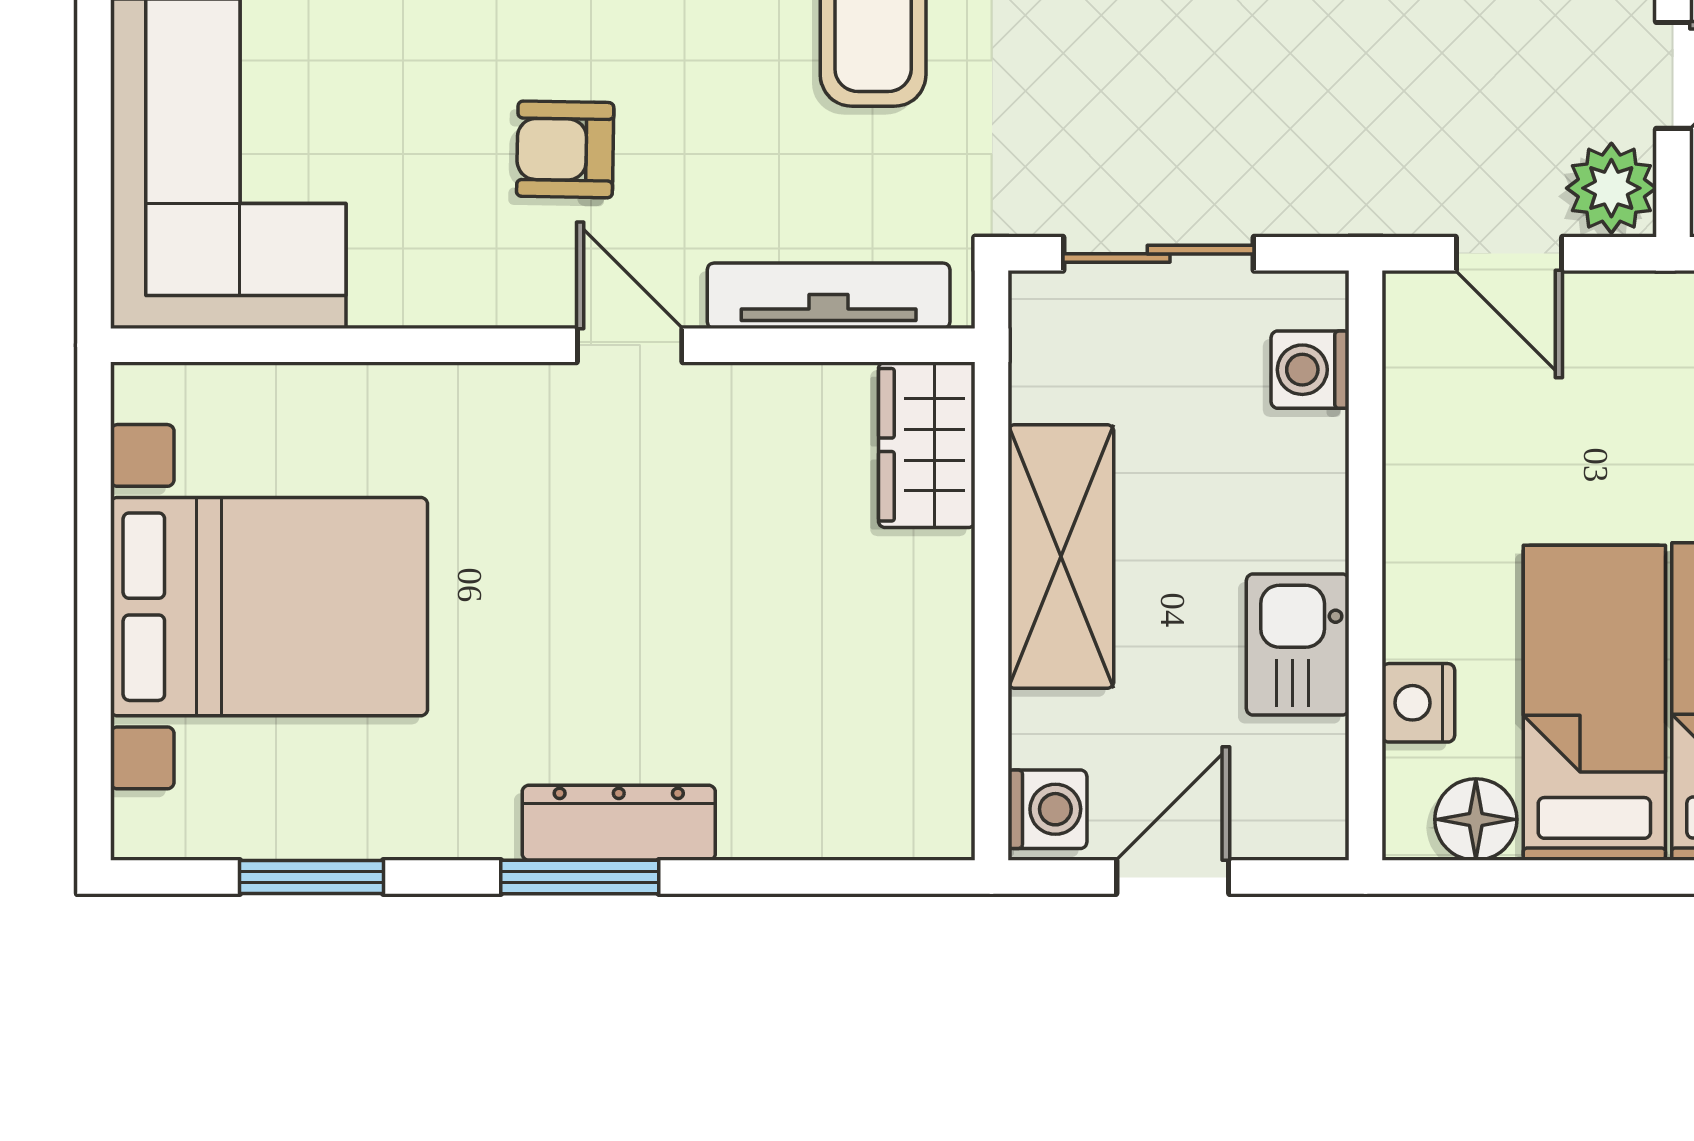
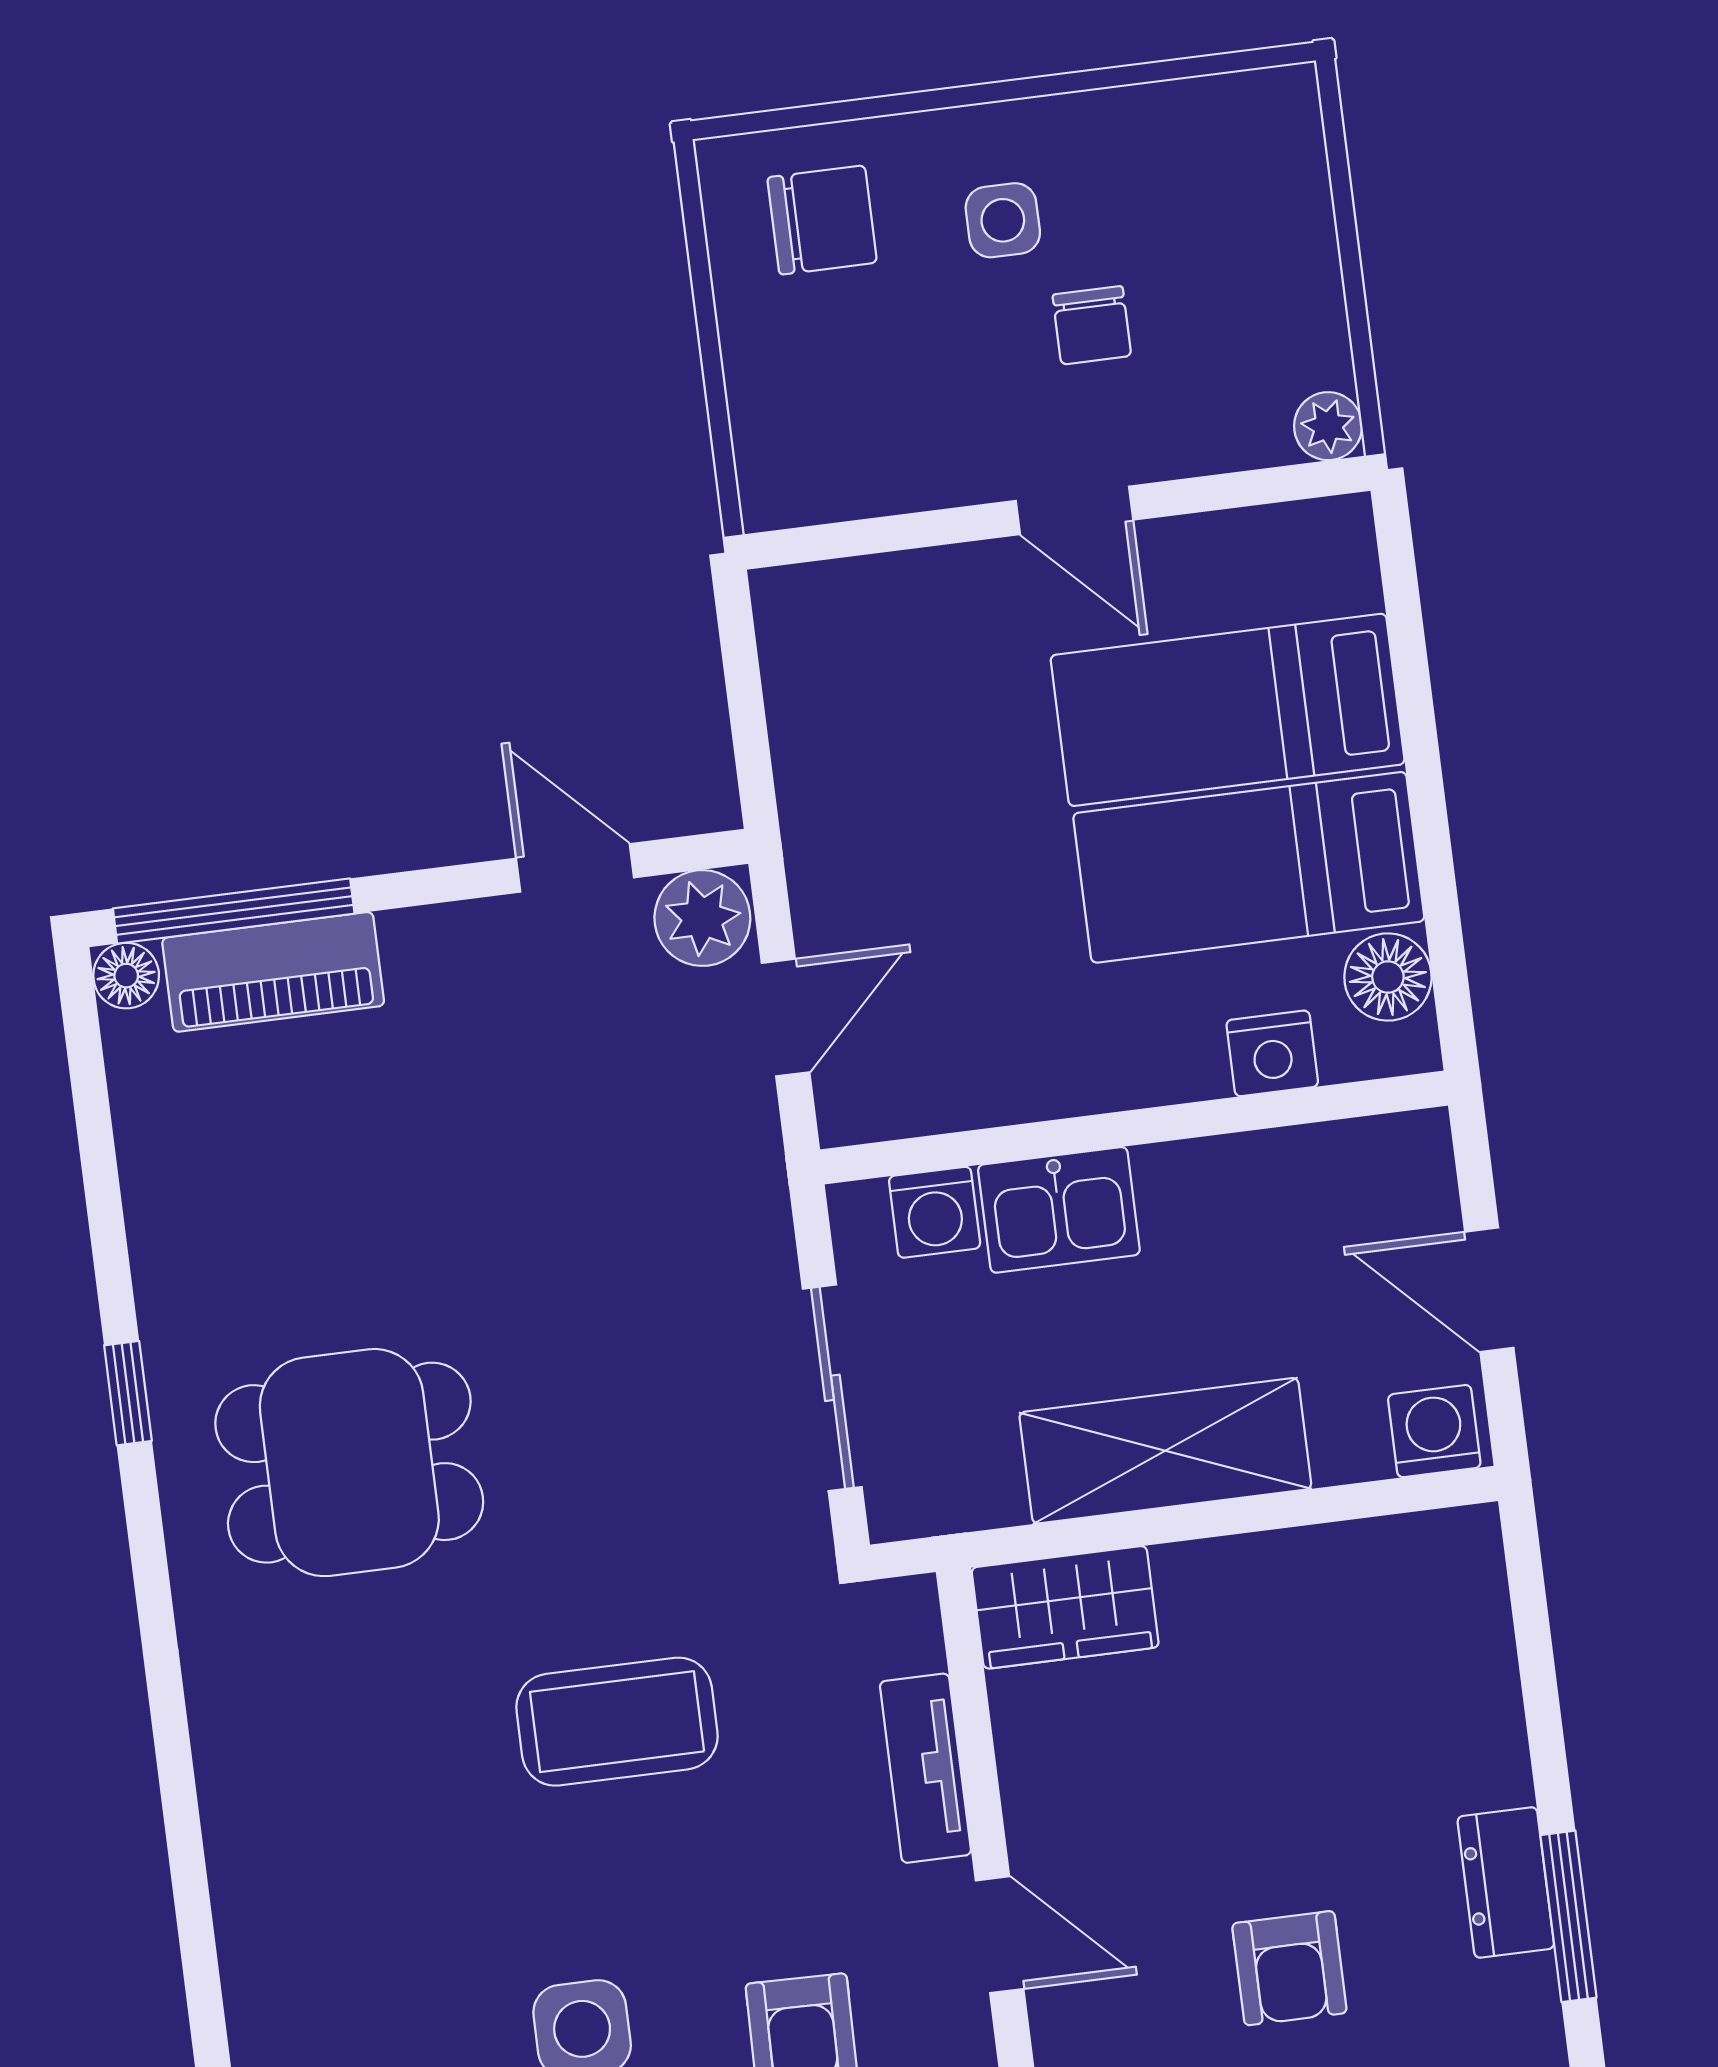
tv unit: (829, 296) -> (925, 1768), width x0.71
door: (630, 345) -> (1000, 1935), swing flipped
armchair: (564, 611) -> (1289, 1968), added
kitchen sink: (1298, 644) -> (1059, 1210), moved
dresser: (619, 823) -> (1506, 1882), width x0.70

